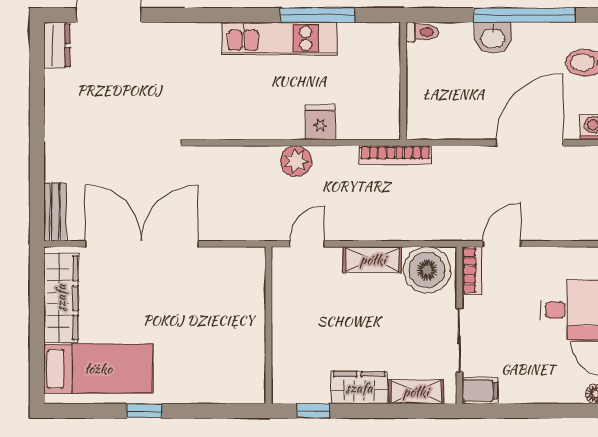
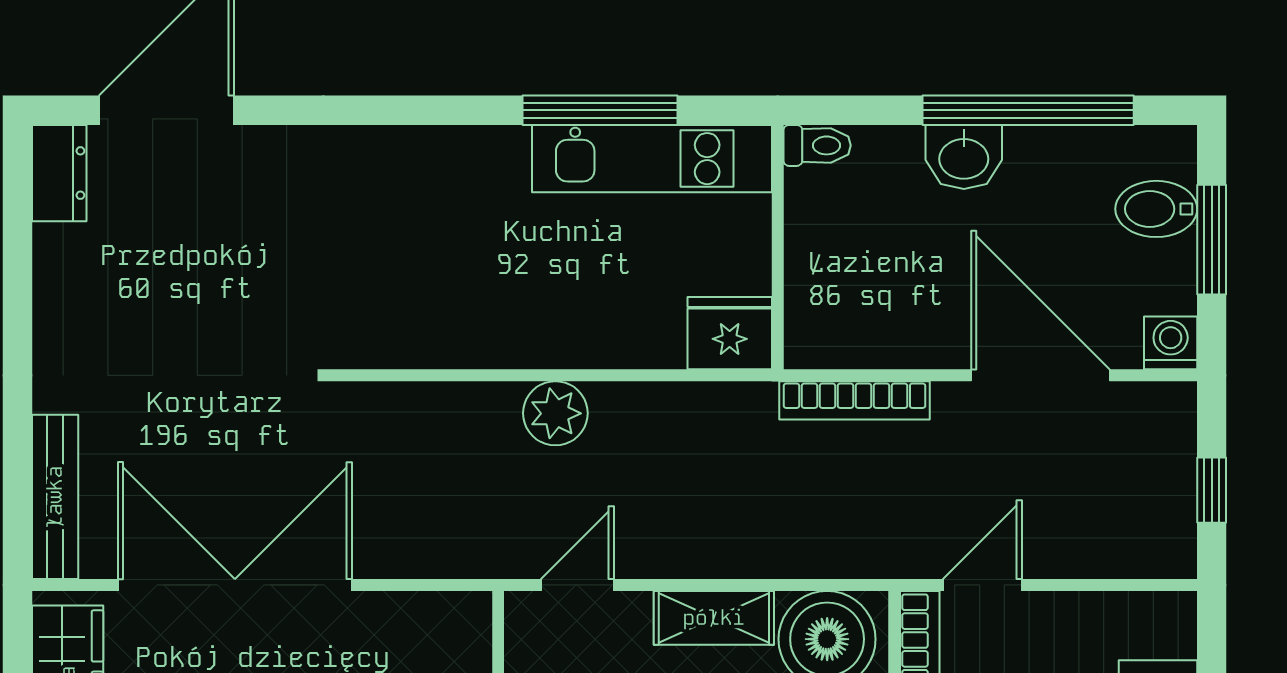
kitchen unit: (279, 38) -> (652, 159), moved
fridge: (320, 122) -> (730, 333), moved, width x1.38
door: (530, 143) -> (1040, 375), hinge flipped
bookcase: (395, 155) -> (855, 400), moved
bench: (55, 212) -> (55, 497), width x1.36

